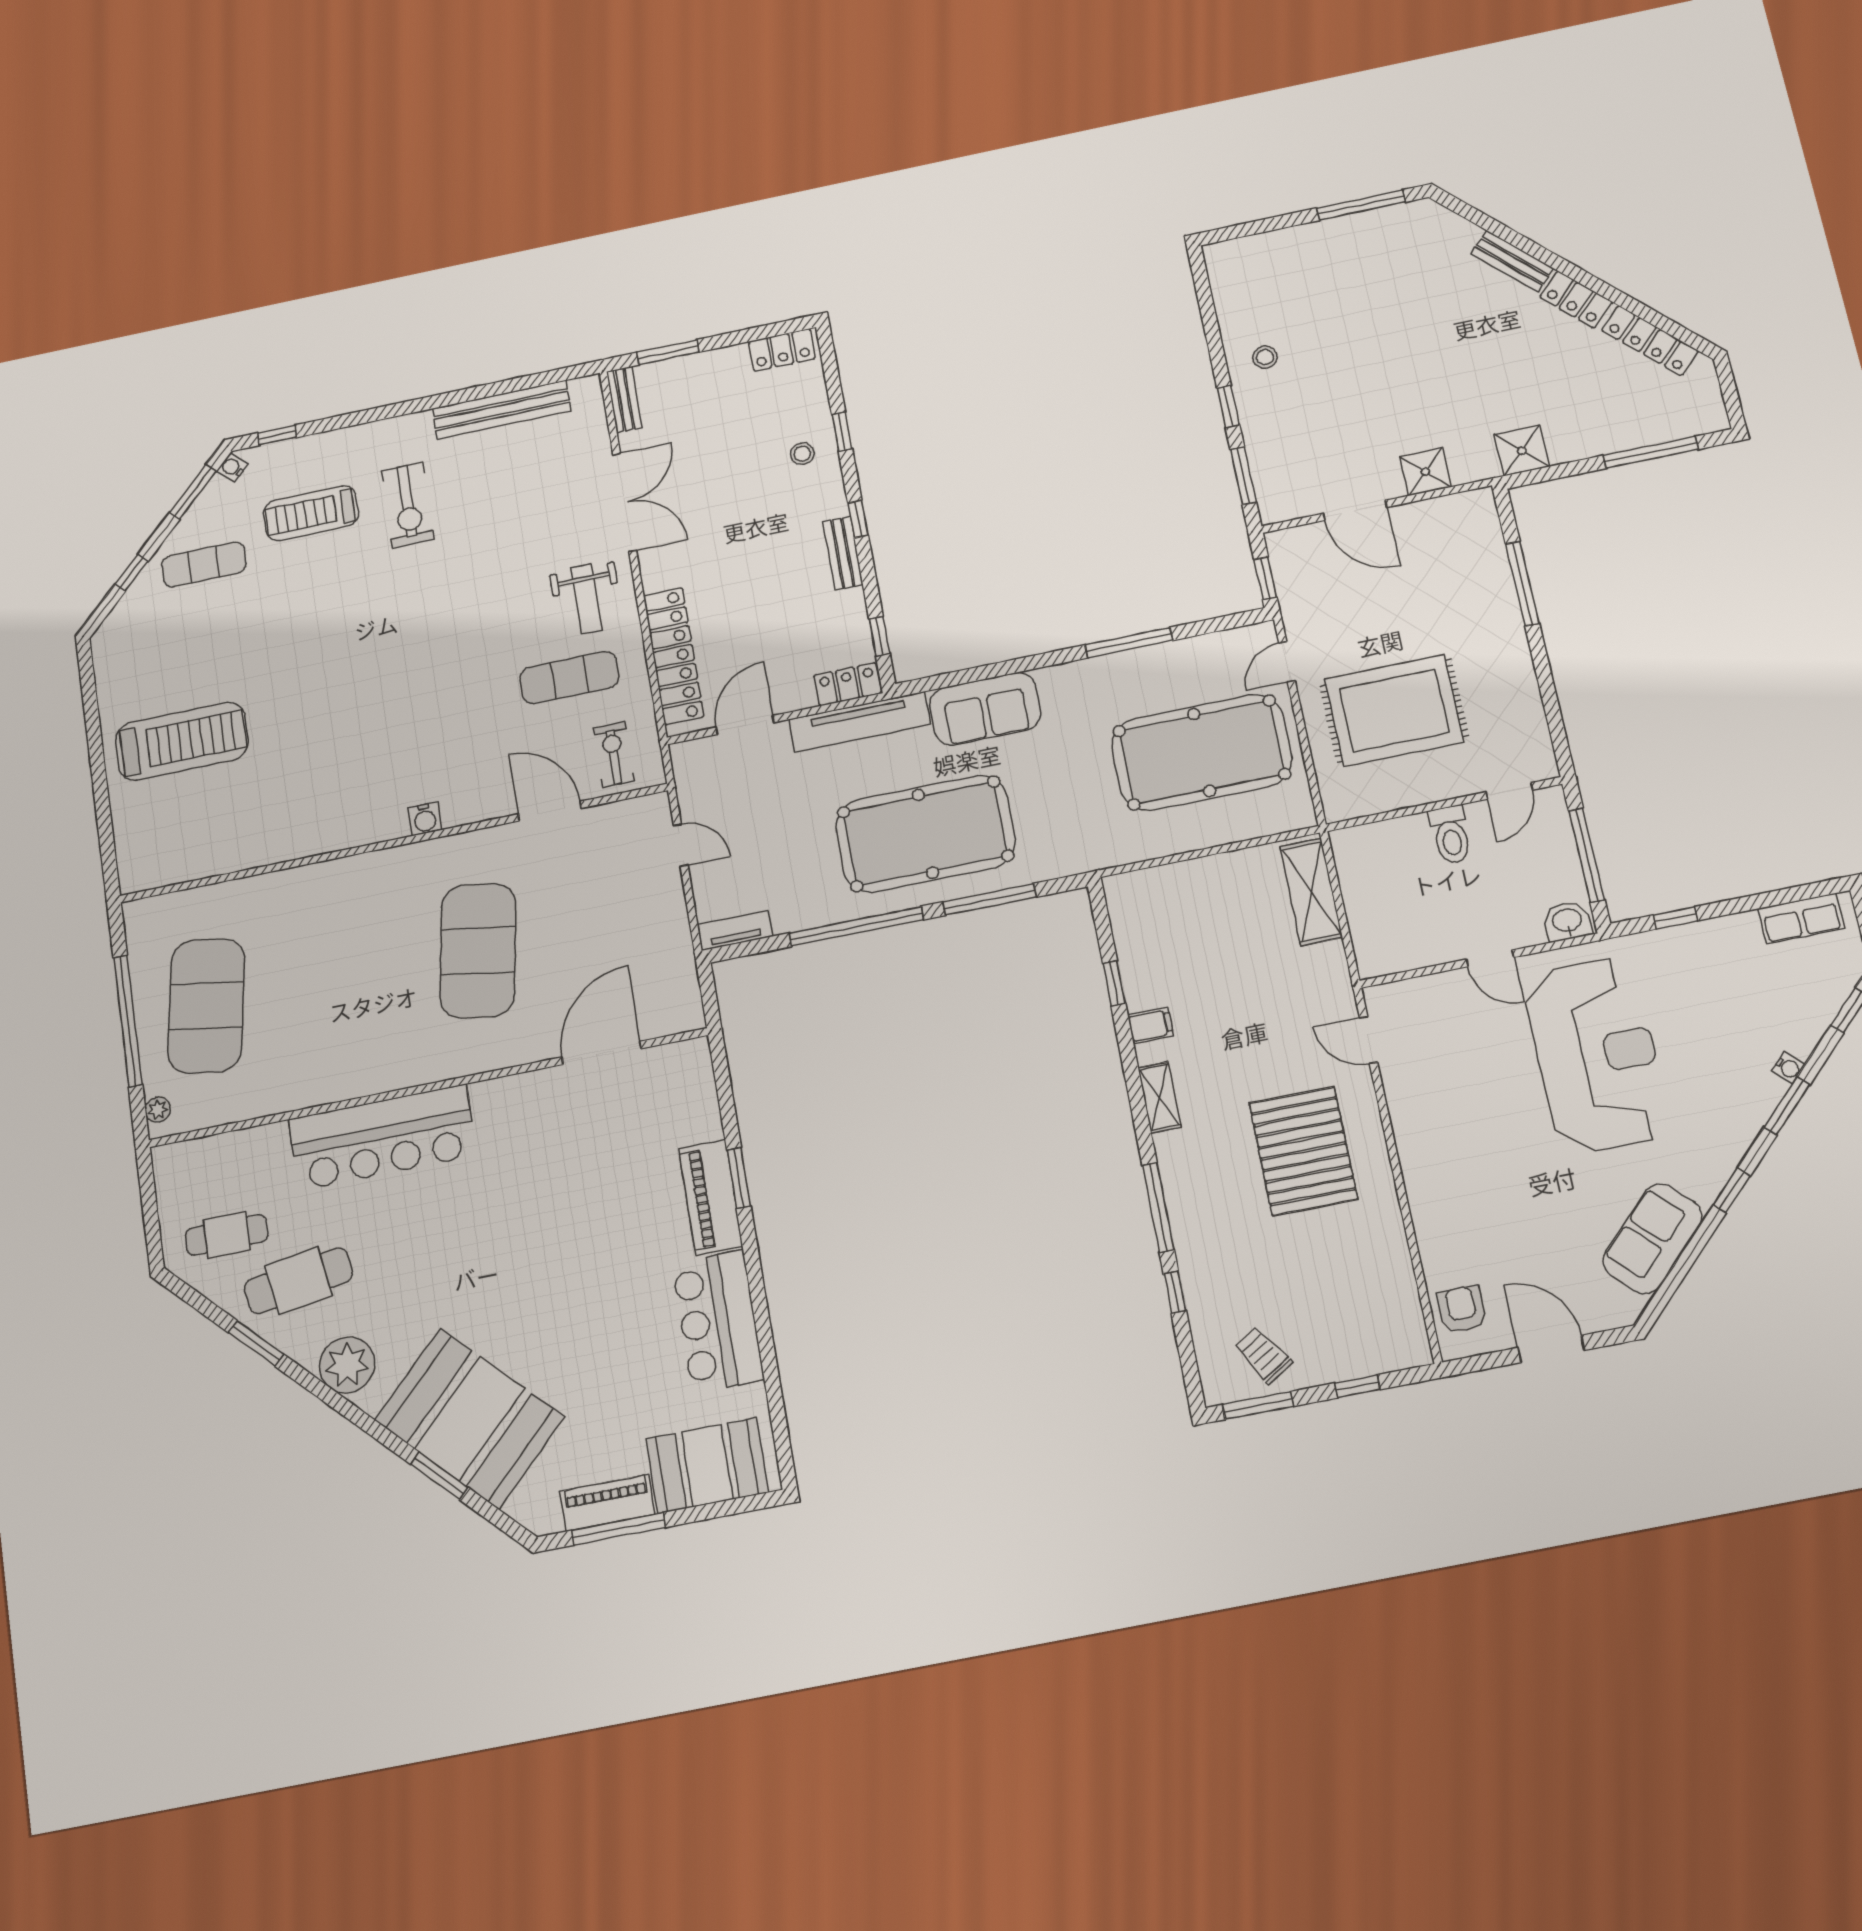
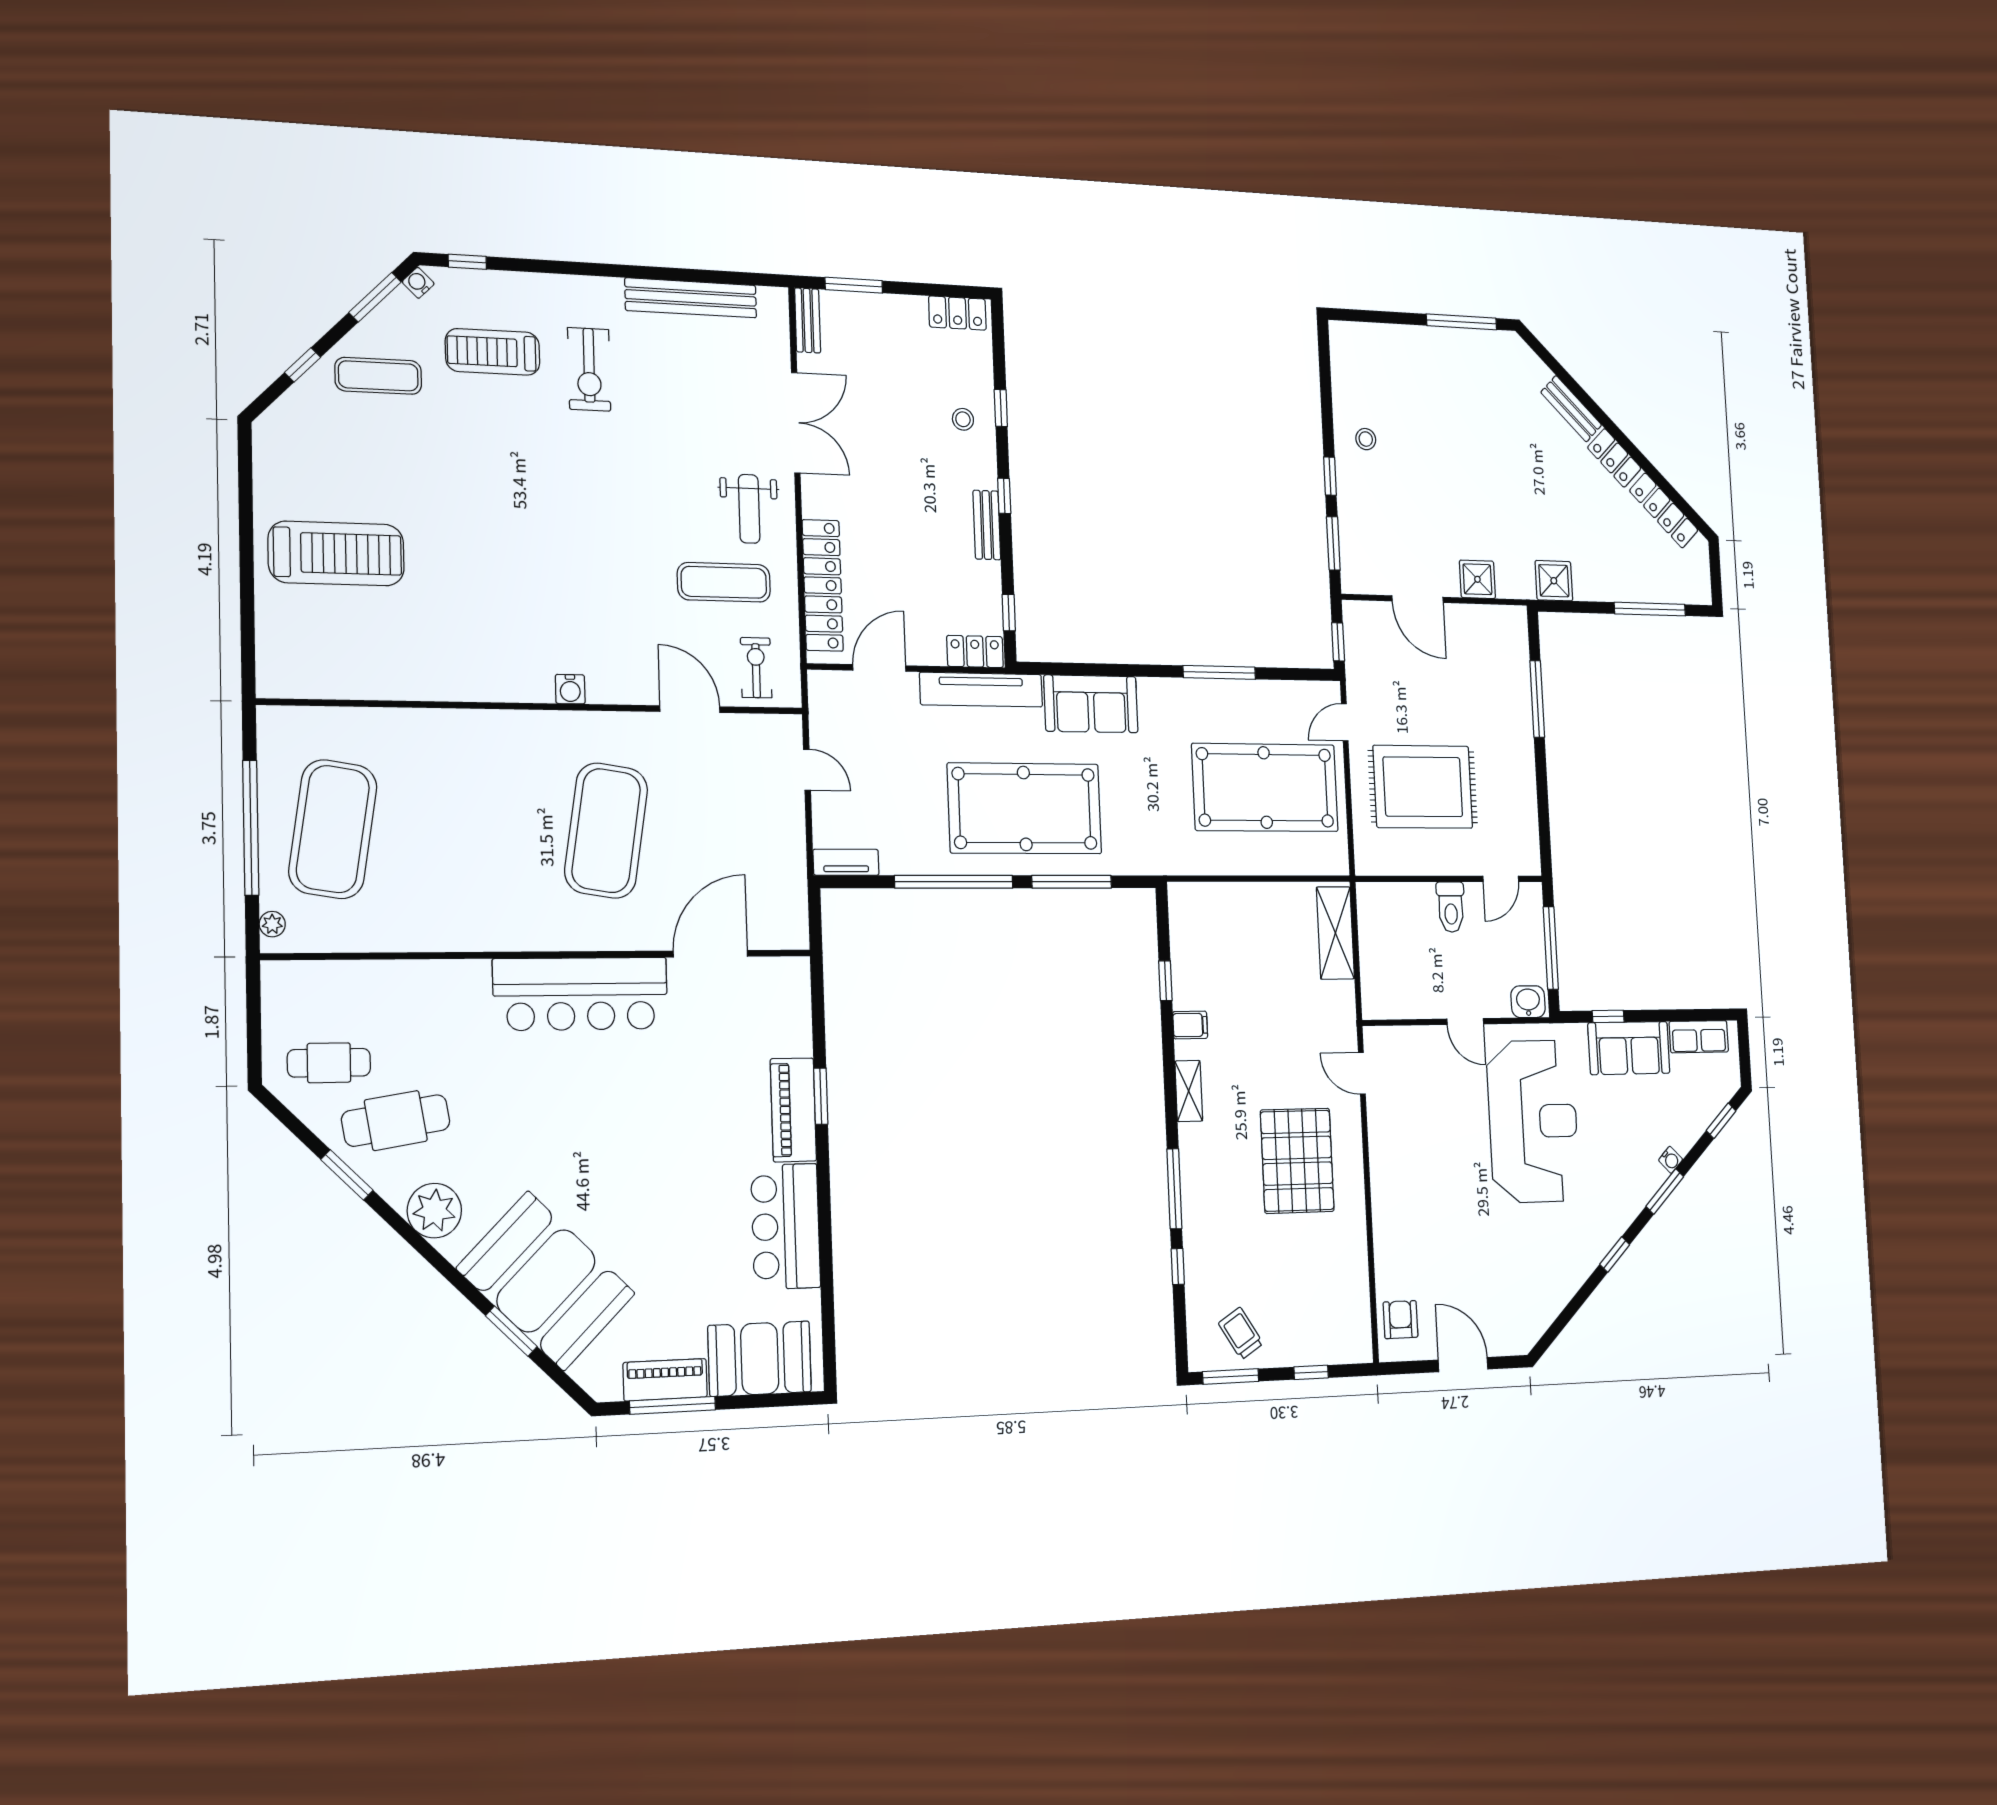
bar counter: (382, 1137) -> (581, 994), moved
sofa: (1653, 1239) -> (1629, 1048), moved, turned -135

